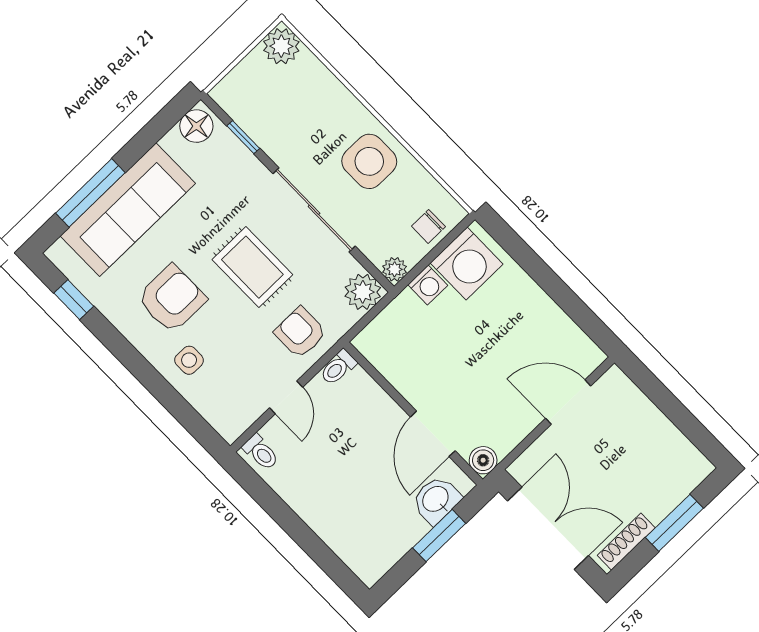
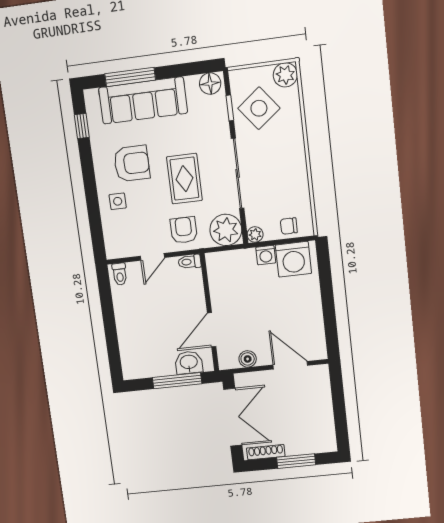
side table: (369, 161) -> (259, 108), moved, turned -38
plant: (363, 292) -> (226, 230), width x1.36, depth x1.36
boiler: (483, 460) -> (248, 359), moved
window: (439, 536) -> (177, 381), width x1.44

